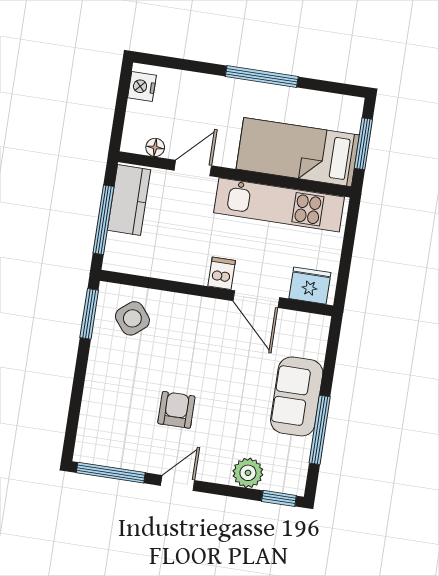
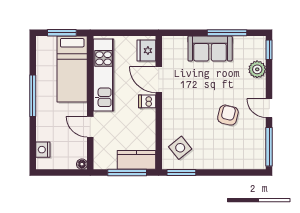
nightstand: (142, 87) -> (43, 150), moved, turned 90
floor lamp: (155, 147) -> (82, 164), moved
kitchen counter: (129, 200) -> (136, 160), moved
door: (256, 299) -> (159, 80), swing flipped
armchair: (176, 410) -> (228, 115), turned 103

